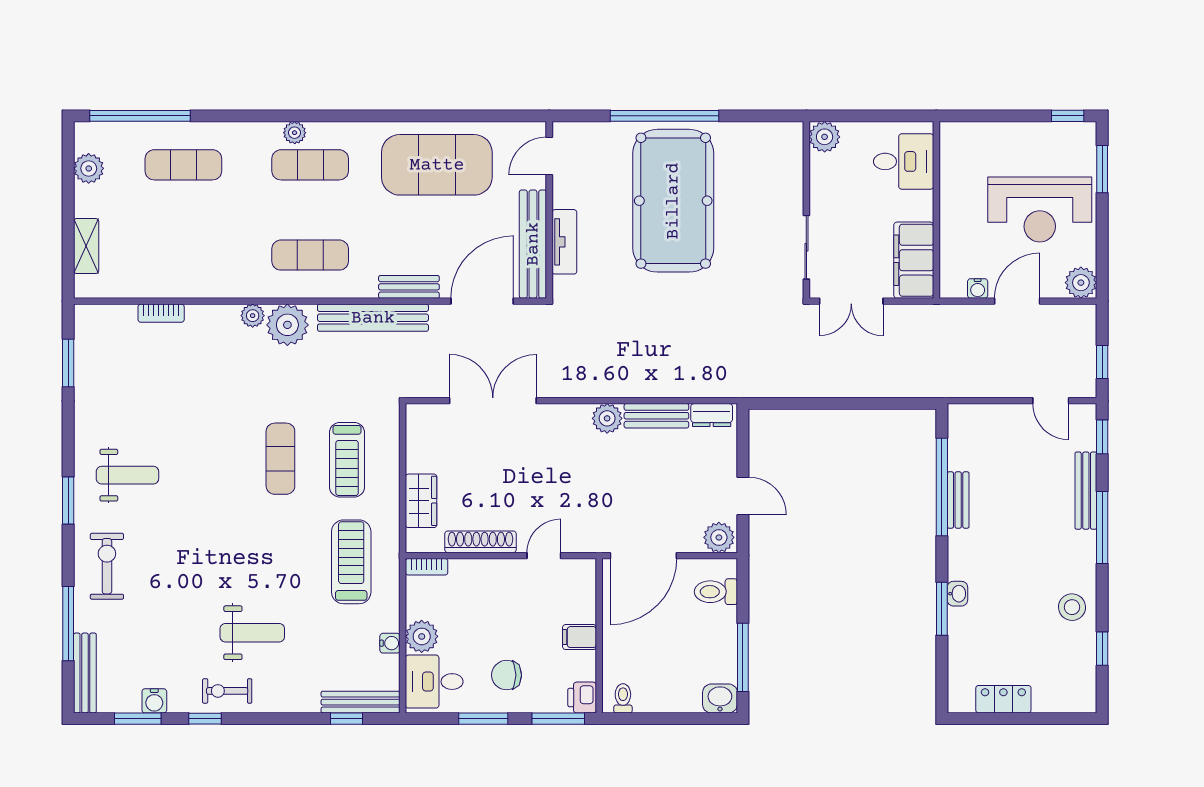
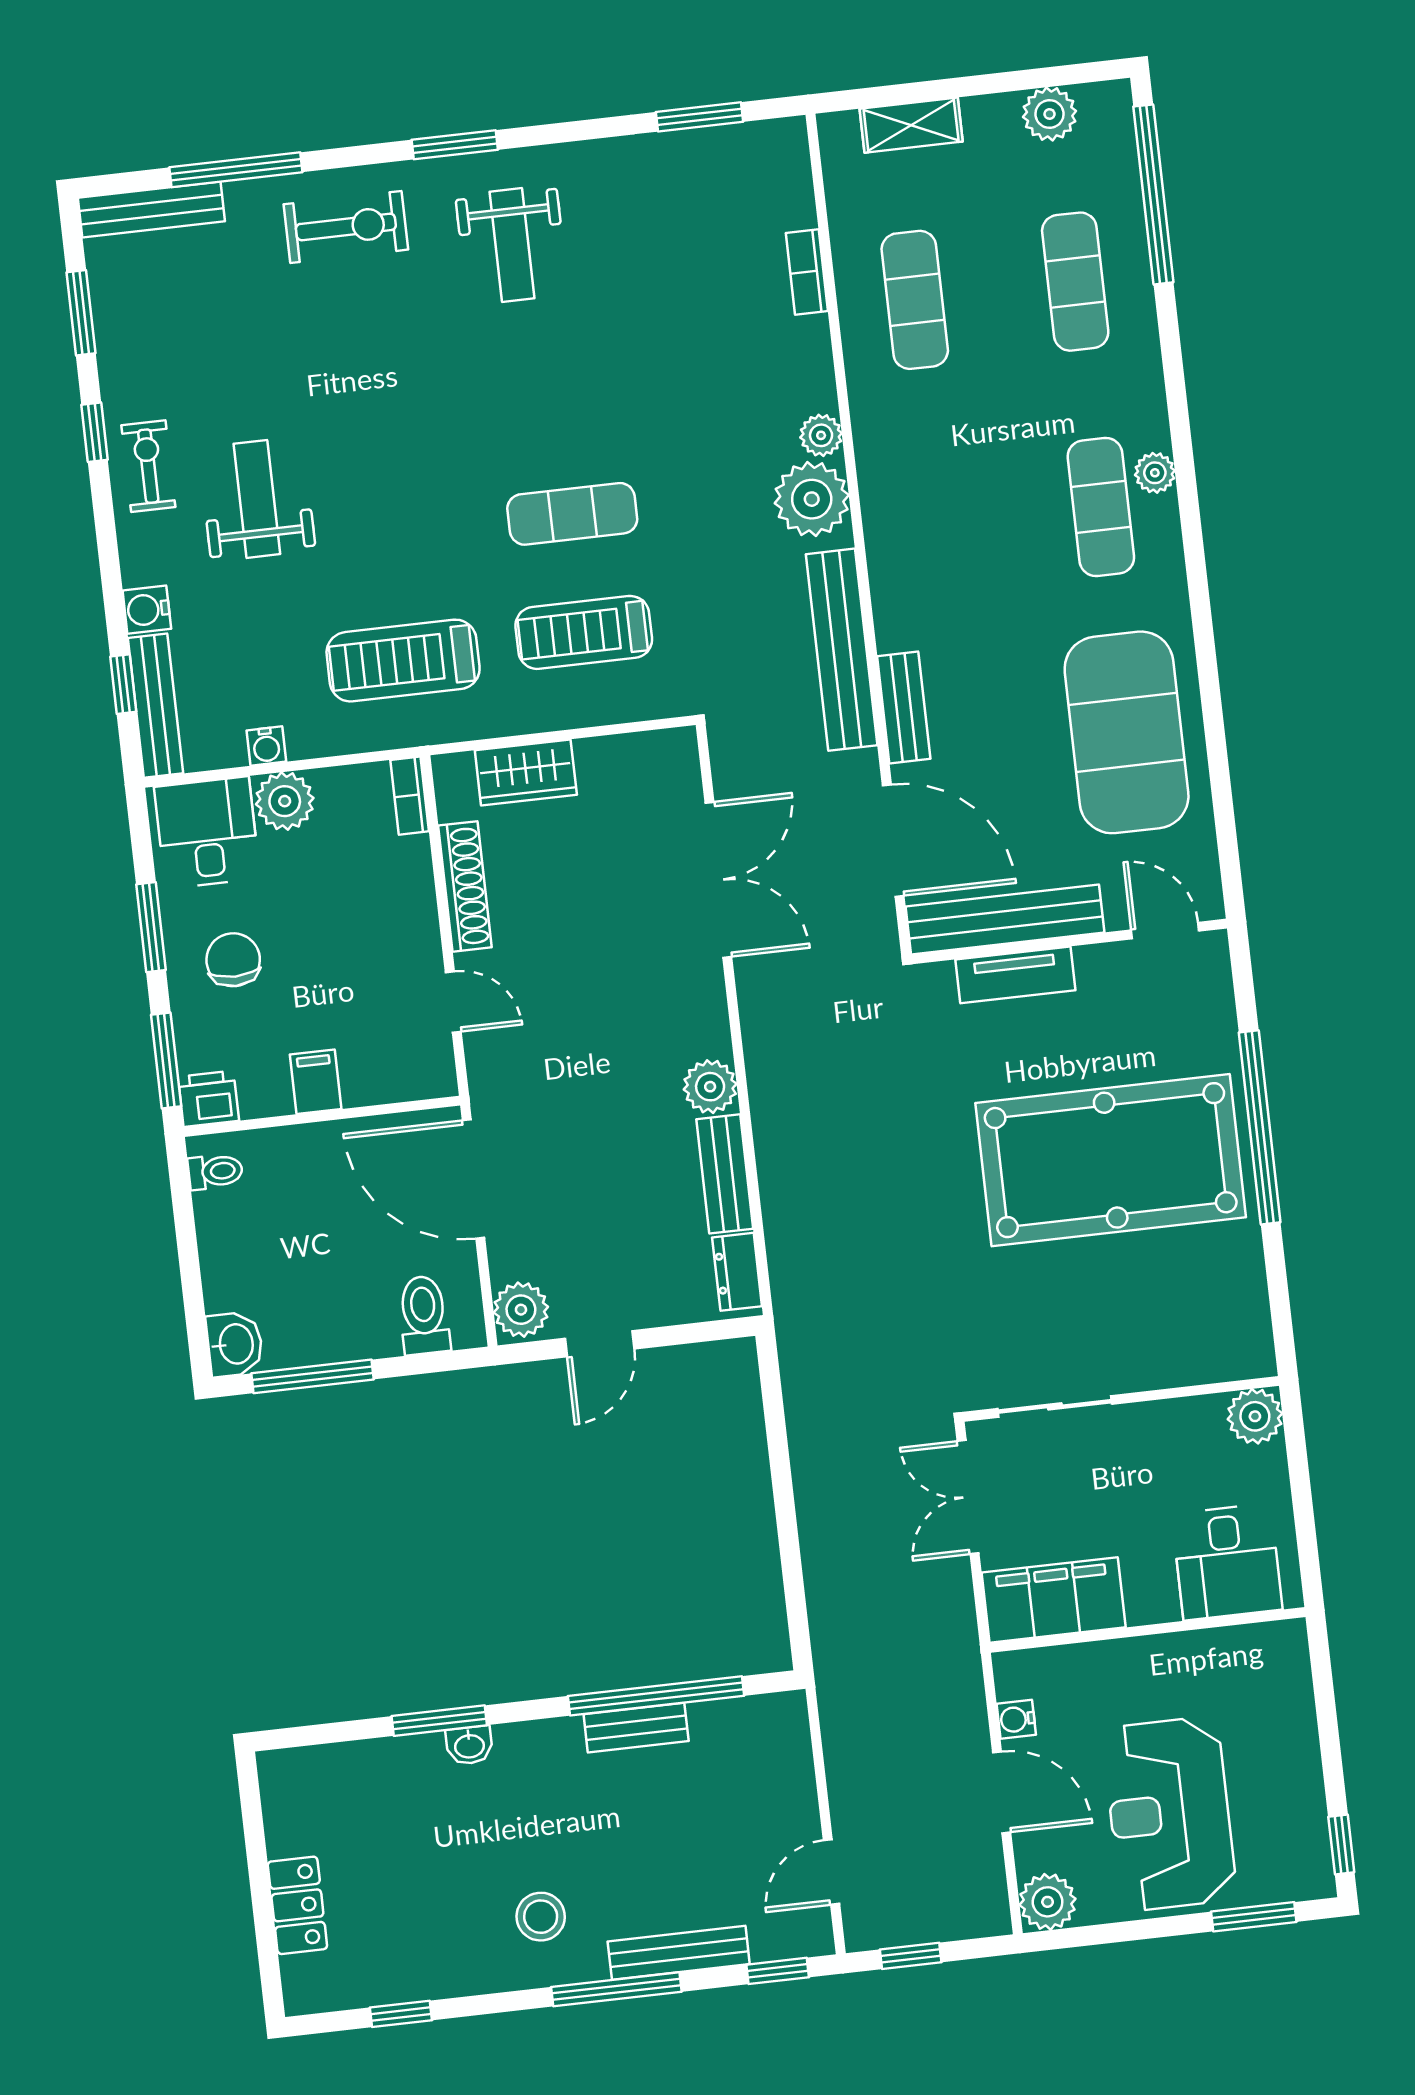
exercise mat: (310, 255) -> (915, 300), moved
treadmill: (351, 562) -> (403, 661), turned 180
stool: (1072, 607) -> (541, 1917), moved
weight bench: (252, 633) -> (257, 499), turned 180
locker: (1003, 699) -> (297, 1905), moved
water cooler: (154, 701) -> (147, 610), moved

